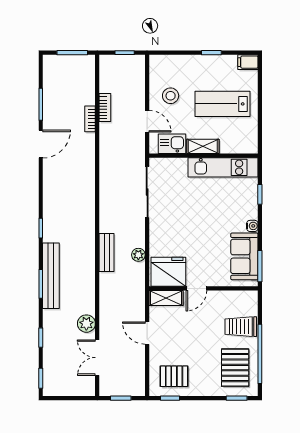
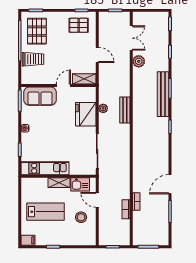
sofa: (244, 256) -> (40, 96), moved, turned 90
fridge: (168, 272) -> (86, 114), moved, turned 90

